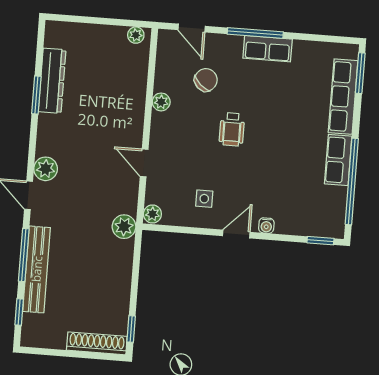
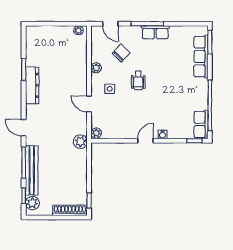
dresser: (52, 81) -> (32, 85), moved
row of seats: (338, 160) -> (201, 124), moved
plant: (46, 169) -> (32, 203), moved
side table: (204, 199) -> (110, 89), moved

